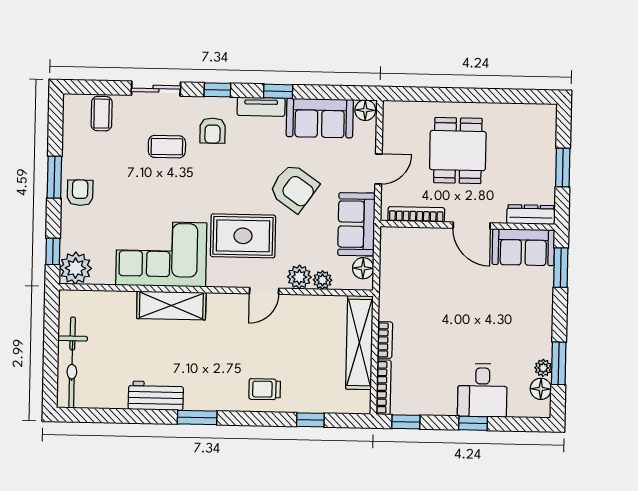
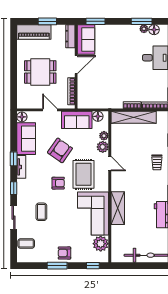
armchair: (213, 131) -> (58, 183), moved
piano: (541, 139) -> (34, 32), added
plant: (75, 268) -> (101, 244), moved

